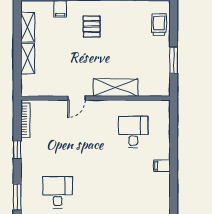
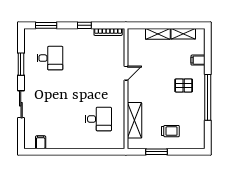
trolley: (159, 25) -> (170, 131), moved
shelving: (116, 88) -> (134, 120), moved
door: (77, 98) -> (126, 73), swing flipped
filing cabinet: (162, 166) -> (41, 142), moved

